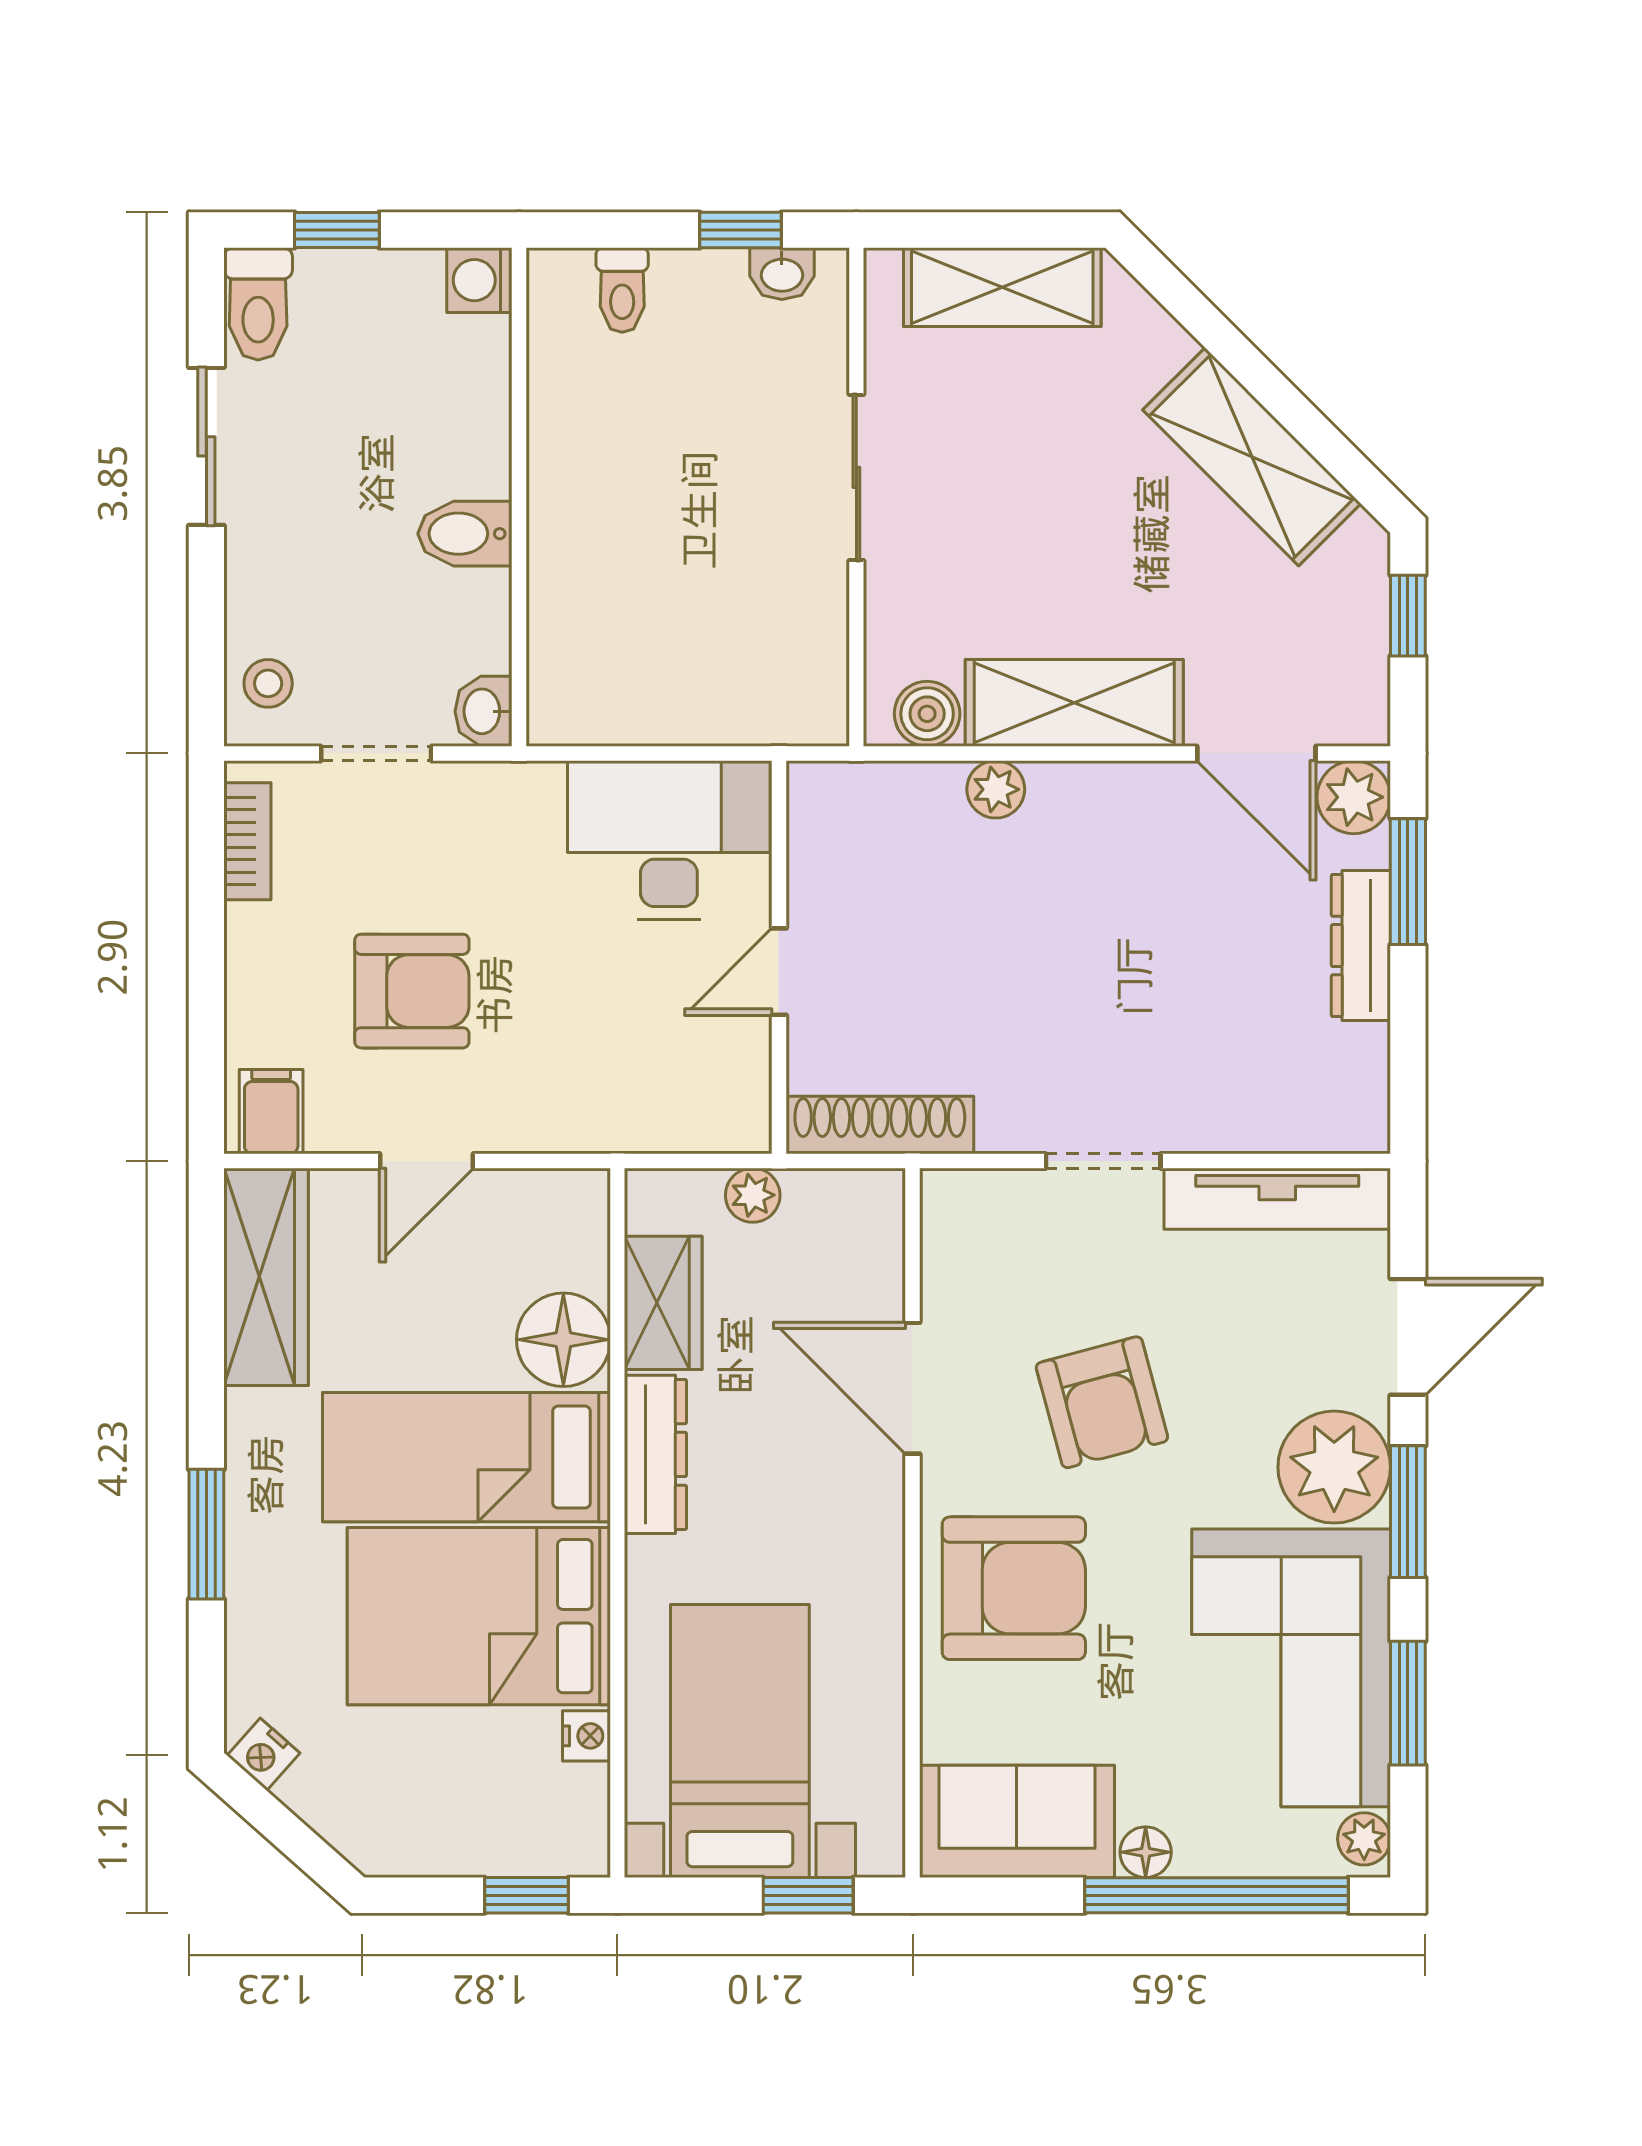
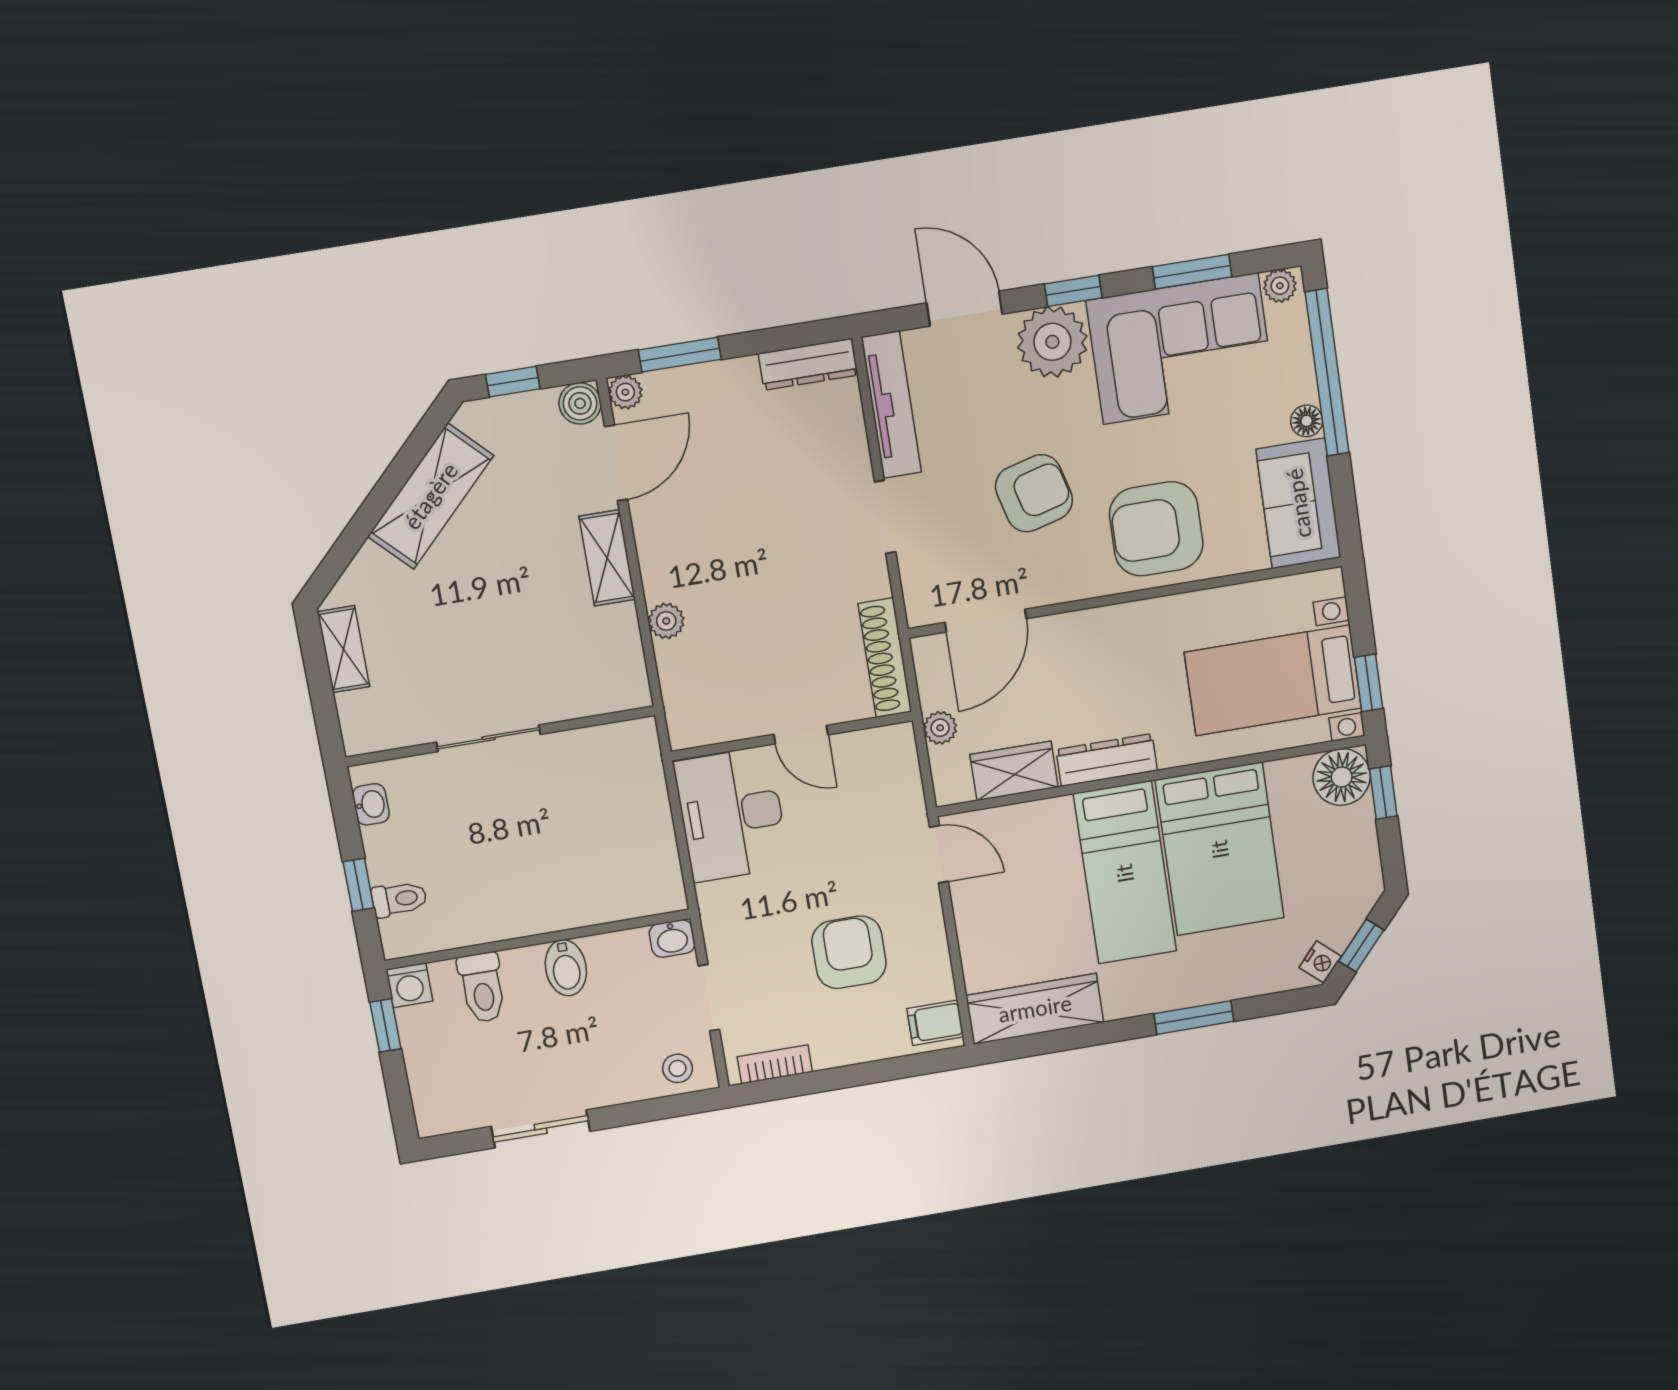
window: (337, 230) -> (385, 1025), moved
window: (740, 230) -> (358, 885), moved
shelving: (1002, 287) -> (344, 649), width x0.67, depth x0.75
toilet: (258, 304) -> (482, 988), moved, turned 90
shelving: (1074, 703) -> (607, 558), width x0.67, depth x0.75
boiler: (927, 714) -> (580, 403), moved
plant: (1354, 797) -> (625, 392), width x0.73, depth x0.73
dresser: (1361, 946) -> (808, 364), moved
door: (426, 1161) -> (939, 854), moved
floor lamp: (563, 1340) -> (1342, 777), moved
door: (913, 1388) -> (986, 621), moved
window: (1408, 1512) -> (1073, 291), width x0.67
armchair: (1014, 1588) -> (1156, 529), turned -90
nightstand: (586, 1736) -> (1283, 773), removed
window: (279, 1825) -> (1361, 946), added
window: (808, 1895) -> (1369, 683), moved

